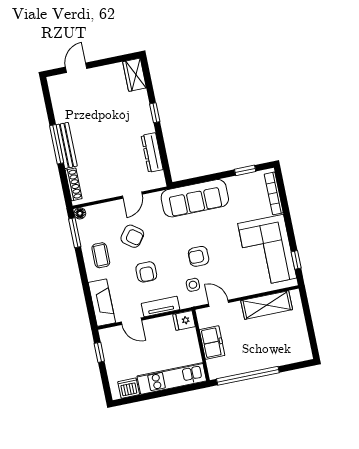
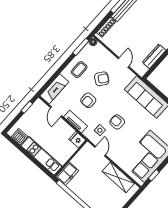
door: (132, 195) -> (124, 63), swing flipped
armchair: (132, 236) -> (102, 79), turned -90
freezer: (212, 343) -> (67, 174), moved

